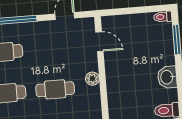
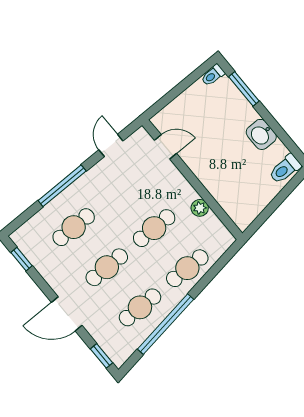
plant: (92, 79) -> (200, 208), moved

